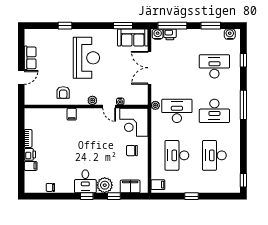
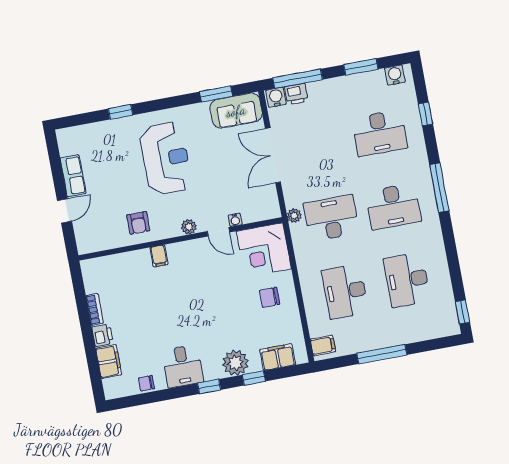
desk: (214, 66) -> (380, 133), turned 180
filing cabinet: (31, 166) -> (109, 362), width x2.00
desk: (85, 181) -> (183, 366), moved
window: (191, 196) -> (382, 354), width x2.17

